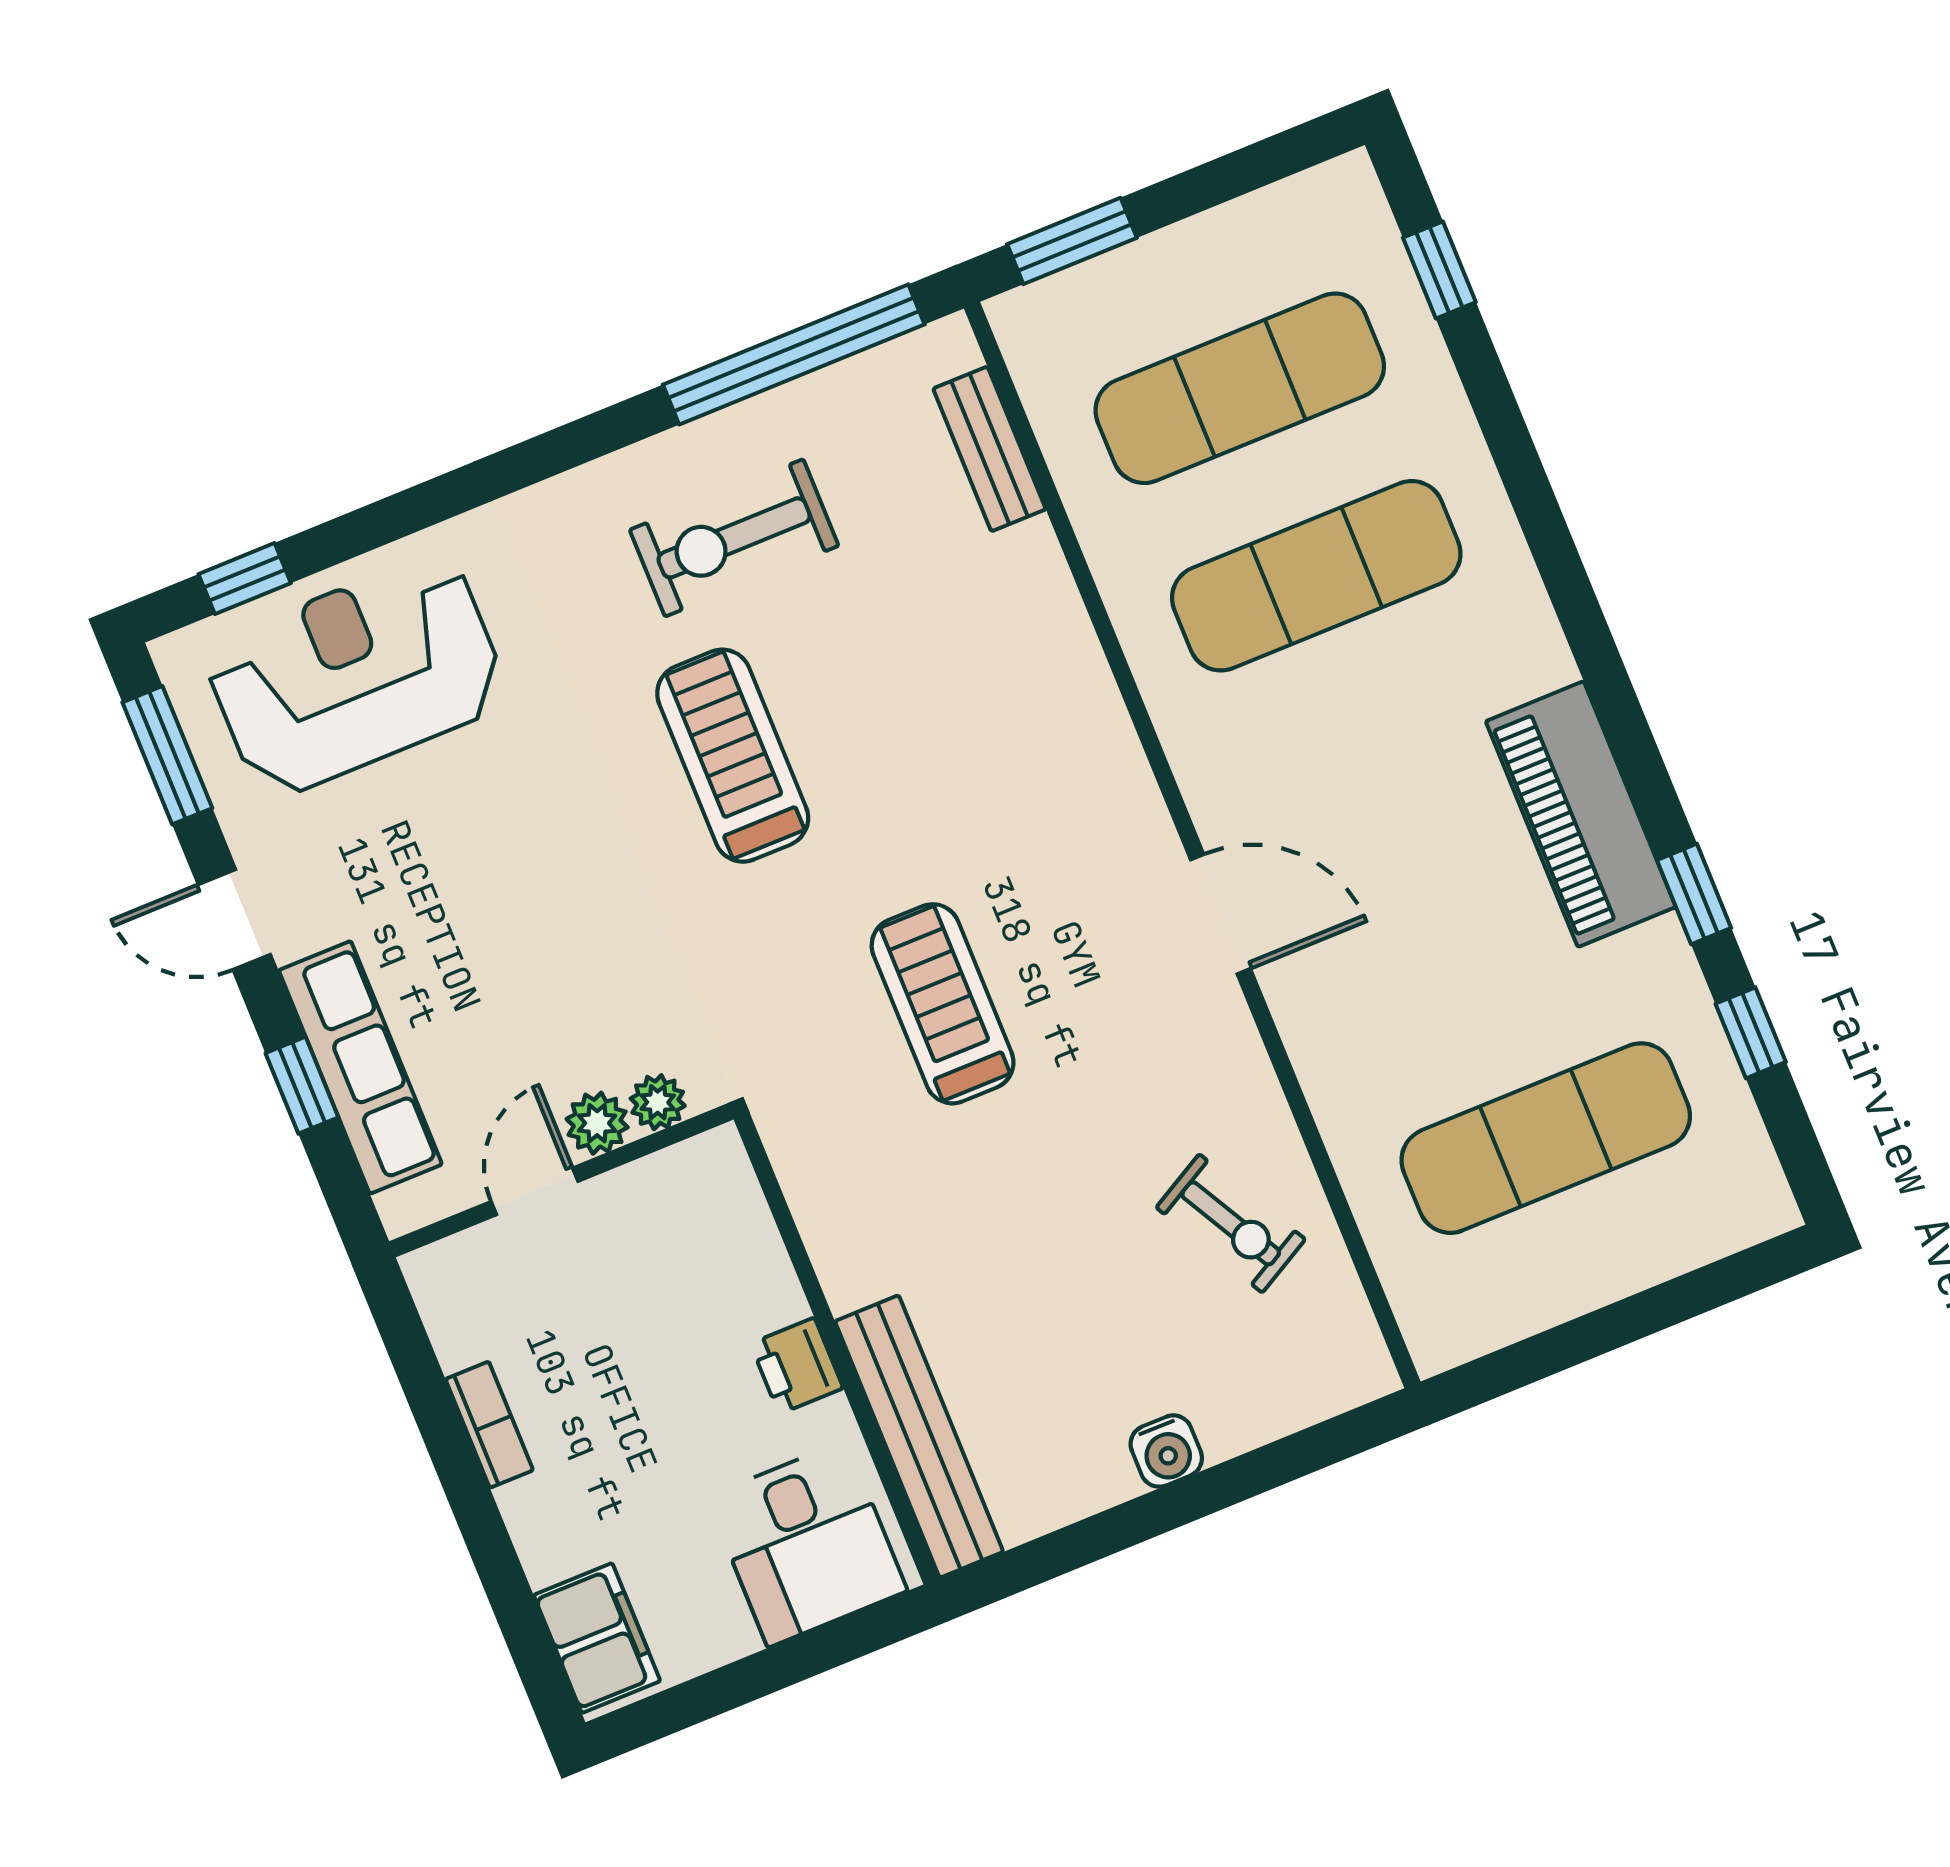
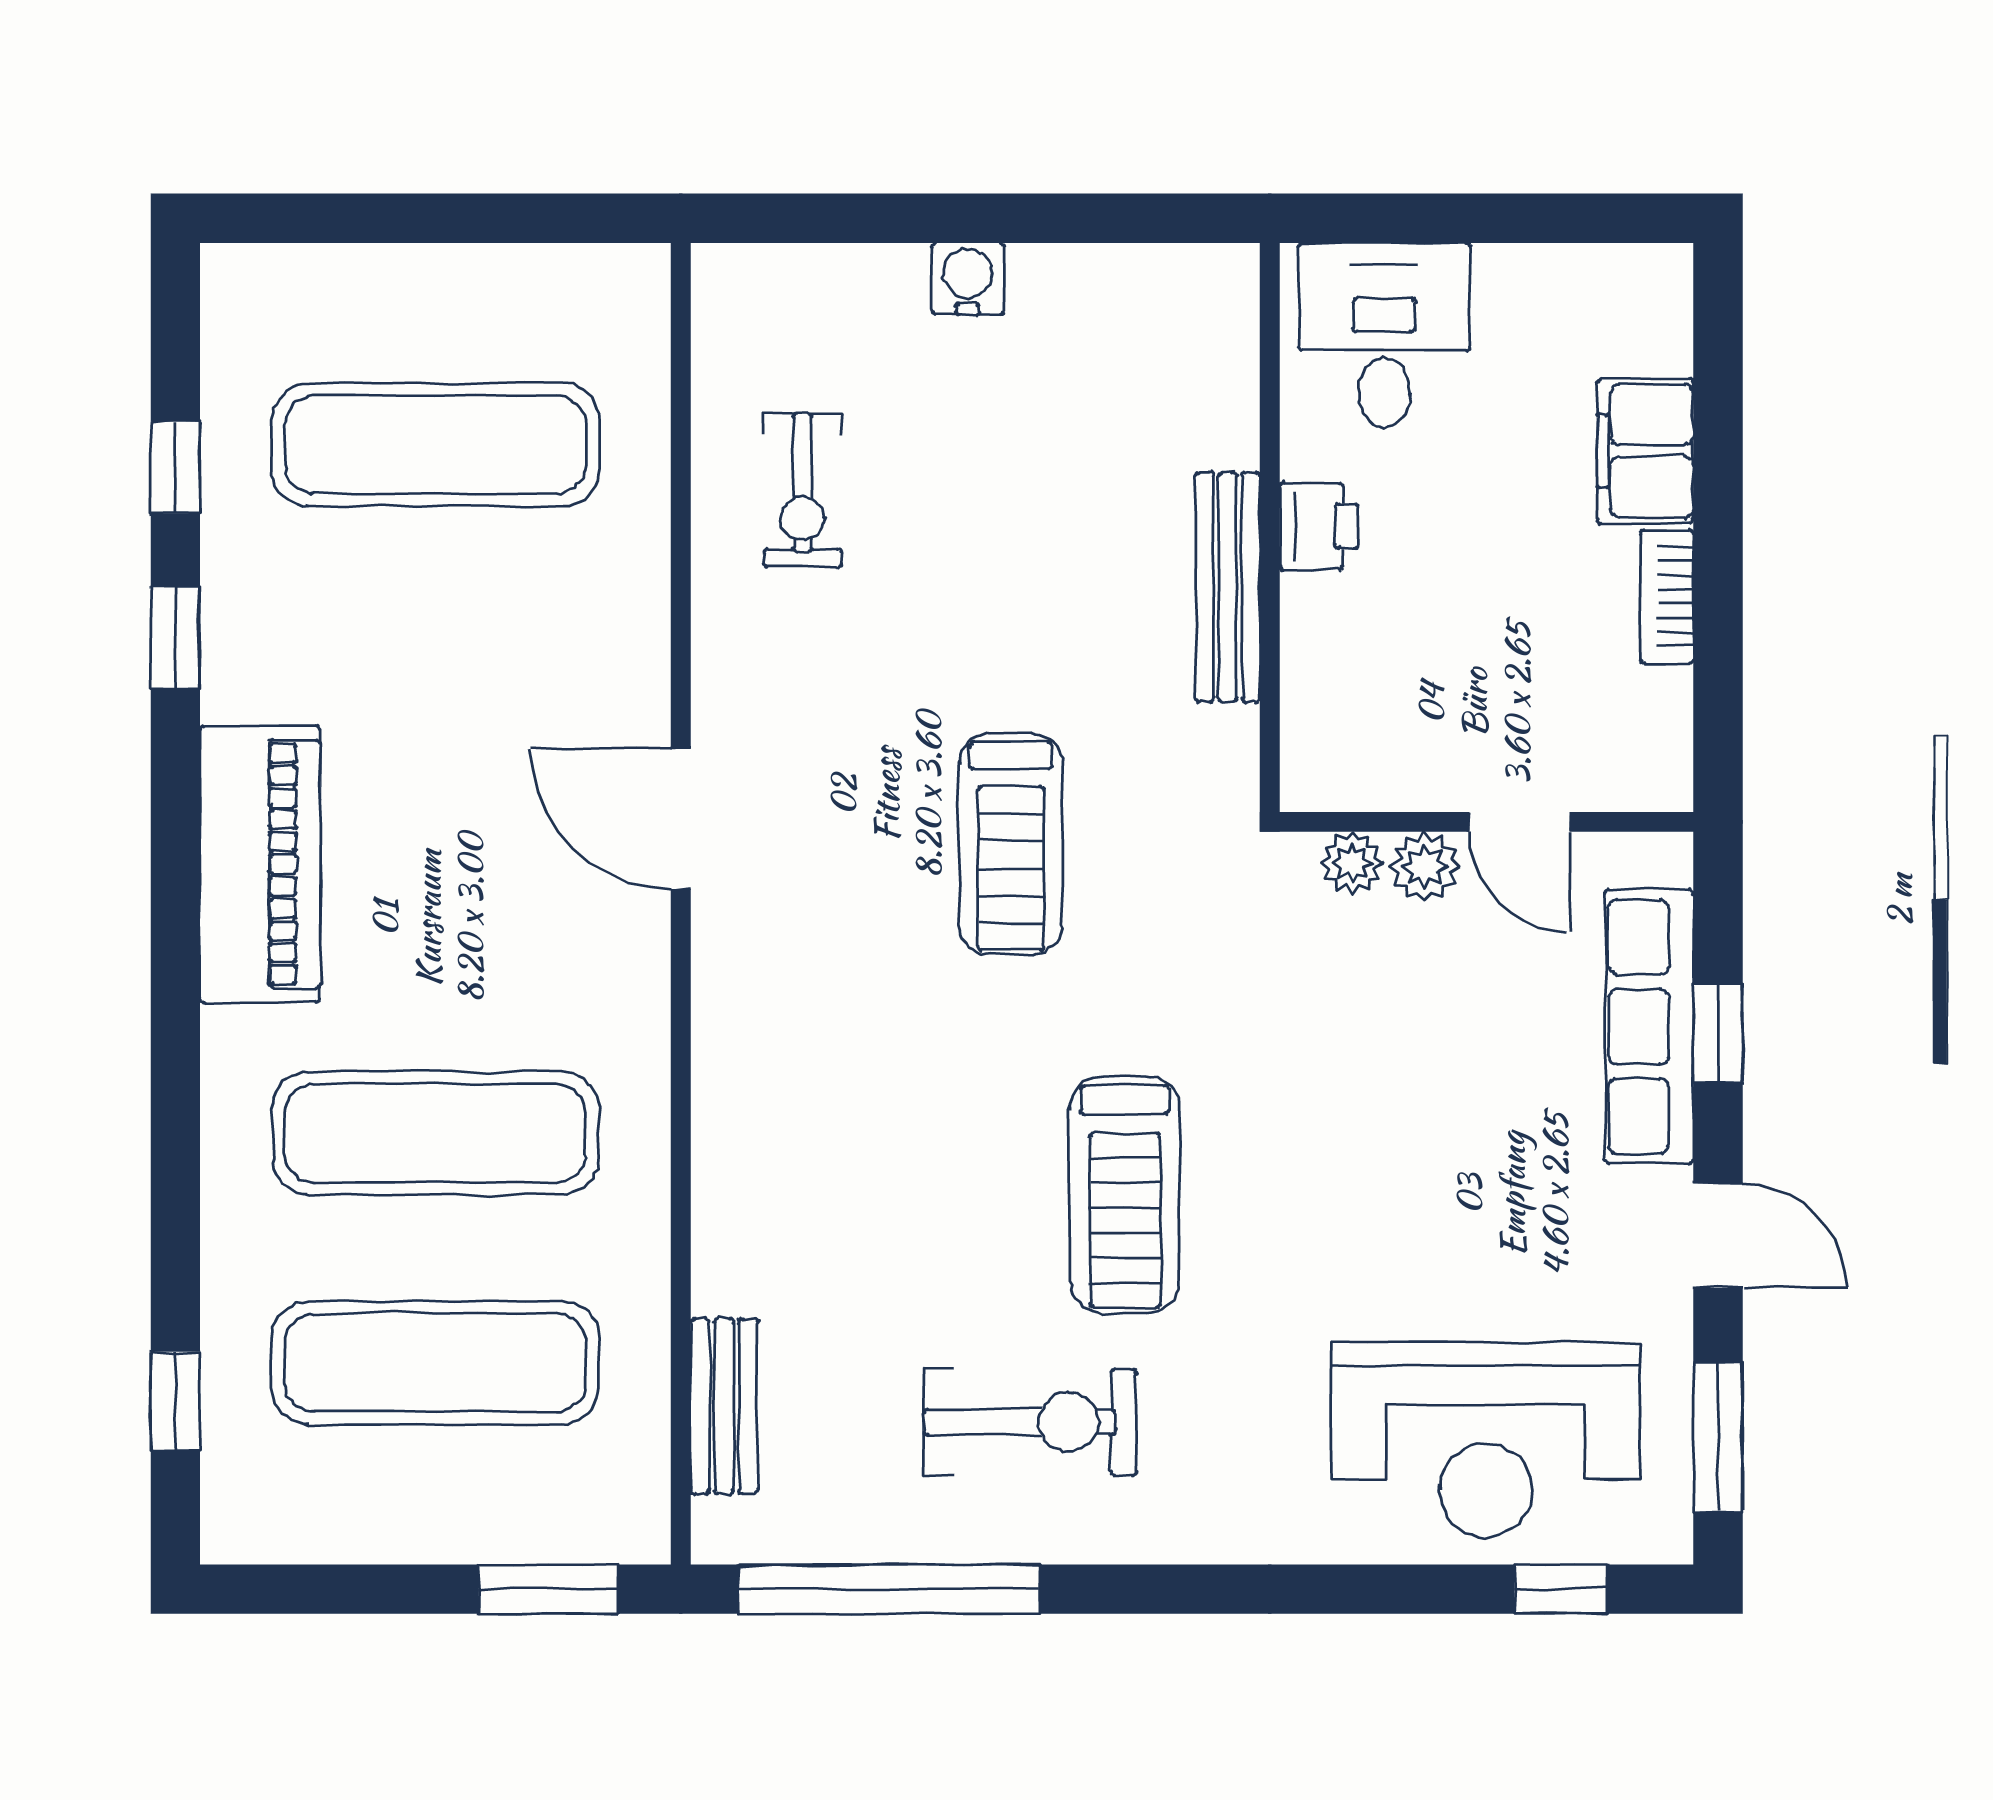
piano: (1581, 814) -> (260, 864), moved
door: (535, 1191) -> (1519, 822), hinge flipped
exercise bike: (1231, 1223) -> (803, 490), turned -151
bench: (919, 1436) -> (1228, 587), moved, width x0.73, depth x0.82
filing cabinet: (597, 1638) -> (1645, 451), moved

